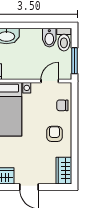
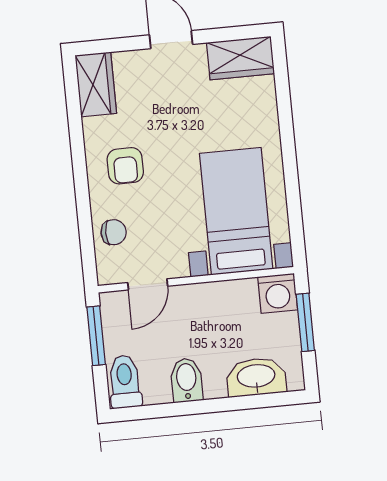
bidet: (49, 38) -> (187, 380), moved

